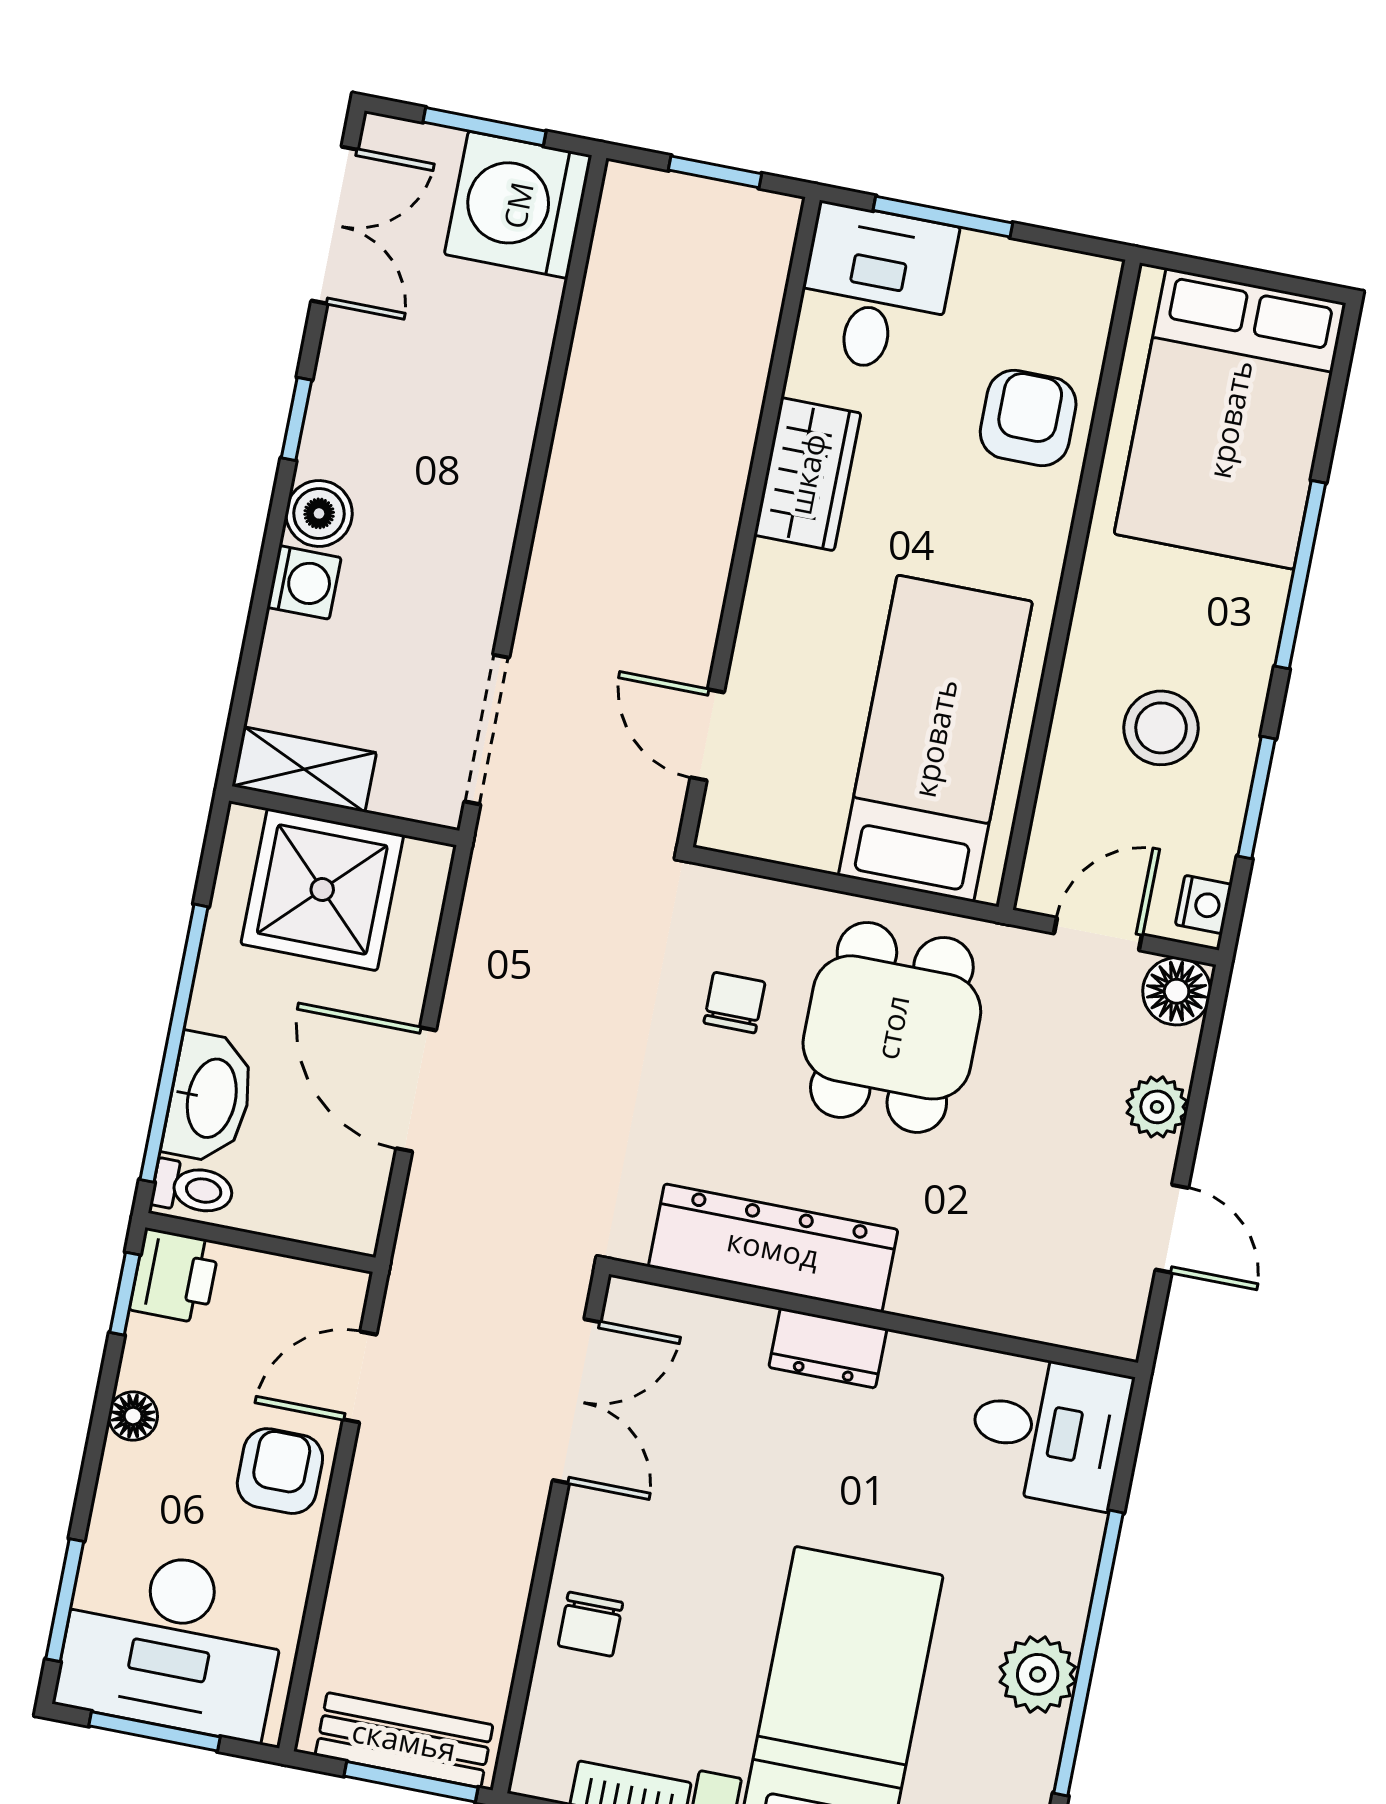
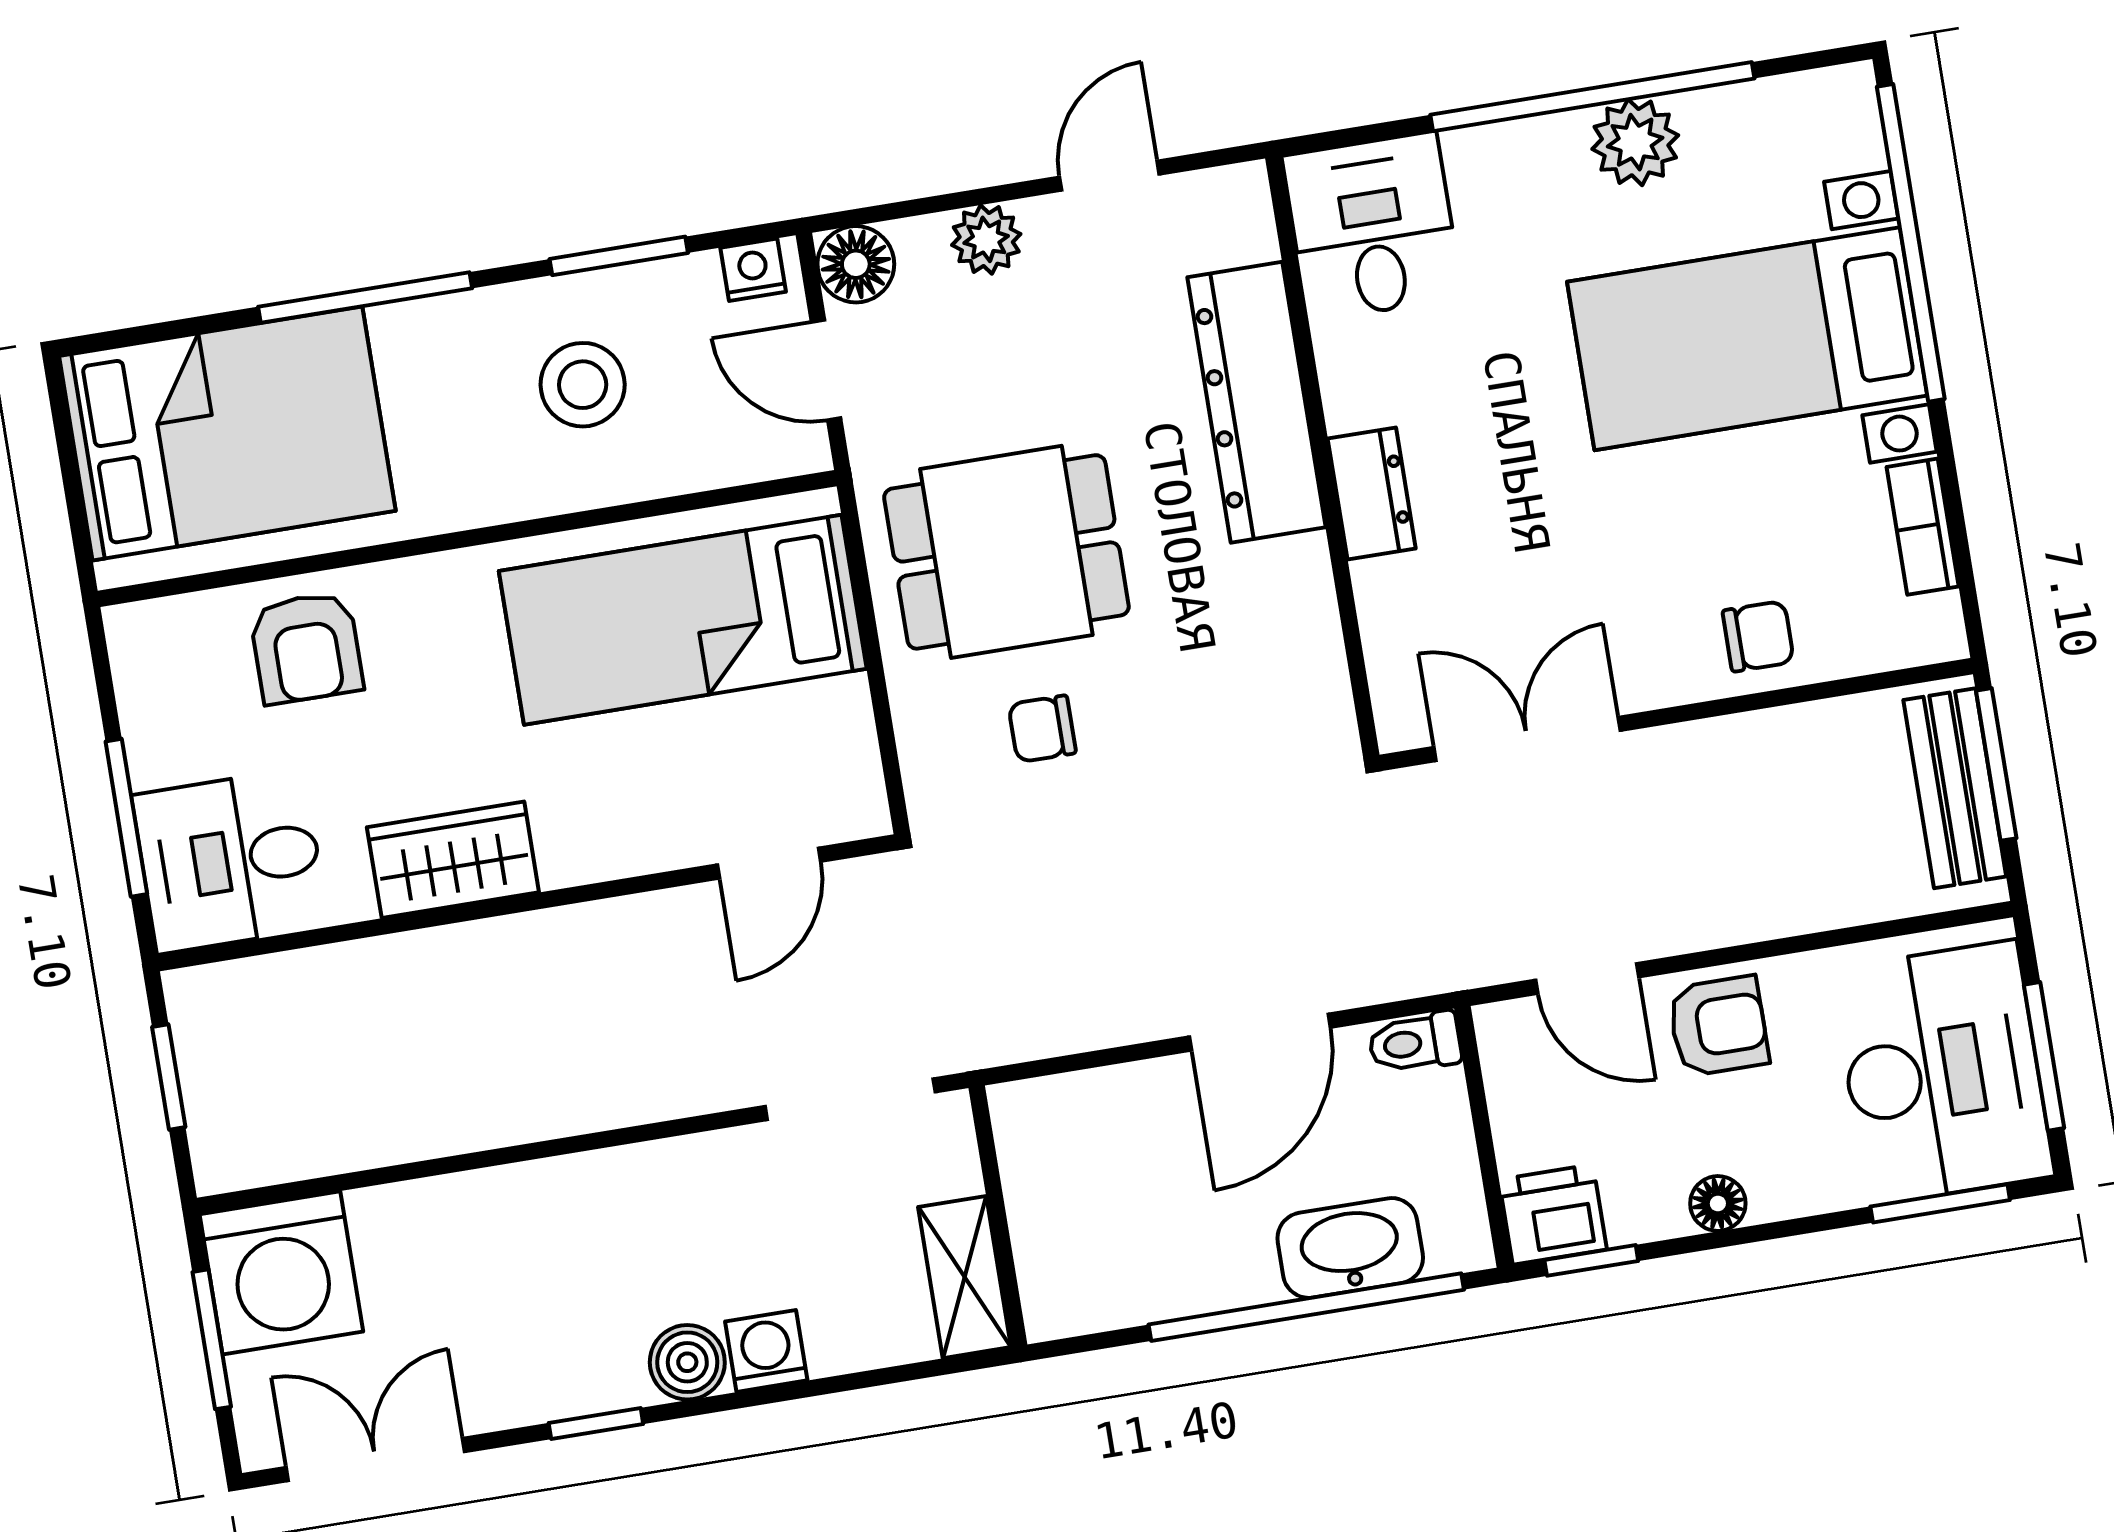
armchair: (1028, 418) -> (306, 648), turned -90
shower: (322, 890) -> (1085, 1211), removed
toilet: (193, 1188) -> (1415, 1043), moved, turned -90
dresser: (773, 1248) -> (1256, 402), moved
armchair: (280, 1471) -> (1718, 1026), turned 180

